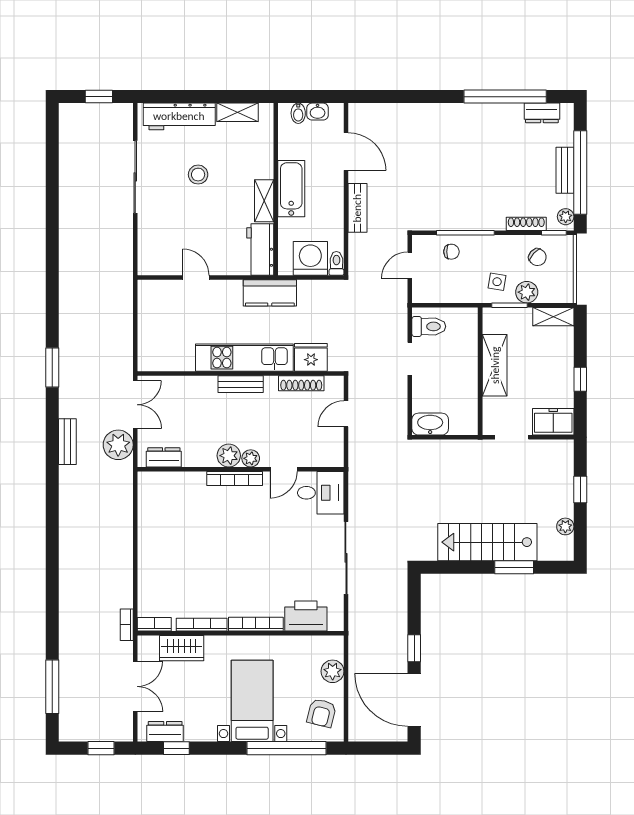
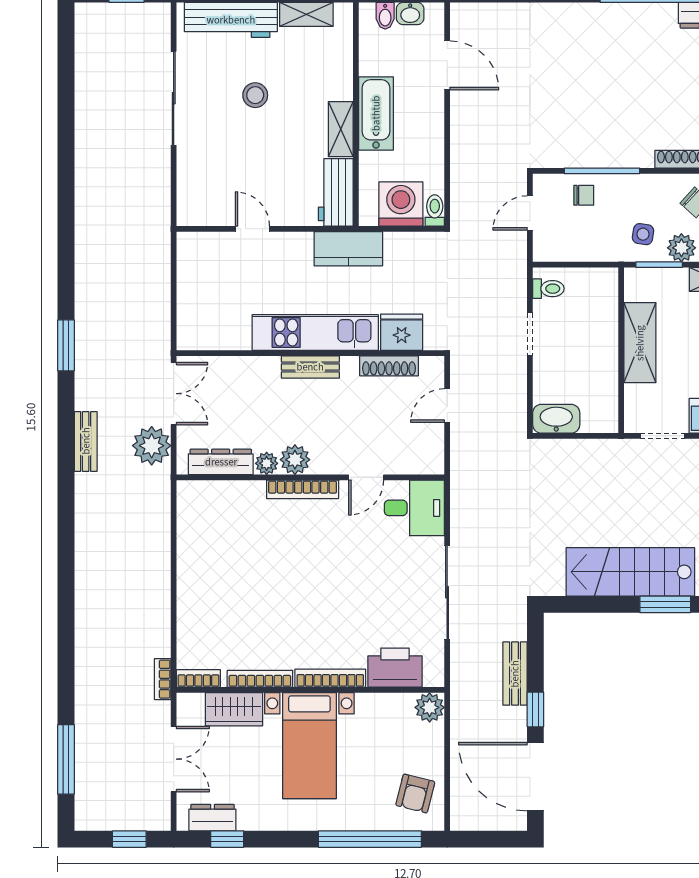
bench: (357, 208) -> (515, 674), moved
toilet: (429, 326) -> (548, 289), width x0.73, depth x0.72
dresser: (164, 457) -> (221, 462), width x1.44
plant: (251, 458) -> (267, 463), moved
plant: (333, 671) -> (430, 707), moved
bed with nightstands: (252, 701) -> (309, 746), moved, turned 180

